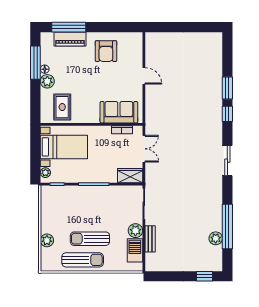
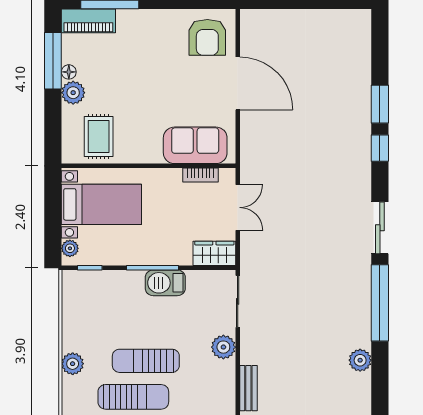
piano: (70, 39) -> (88, 21), moved
armchair: (106, 51) -> (207, 37), moved
door: (144, 76) -> (238, 83), width x1.88
window: (227, 227) -> (380, 303), moved
bench: (150, 239) -> (248, 388), moved
barbecue: (135, 250) -> (165, 283), moved, turned -90

